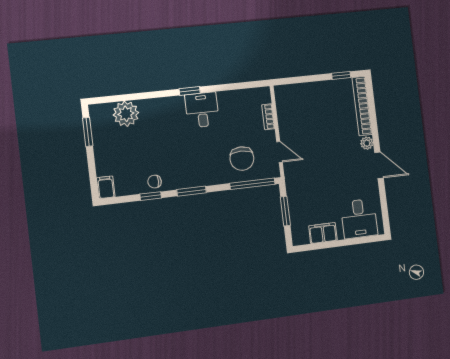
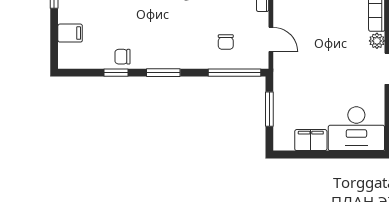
chair: (242, 159) -> (226, 42), width x0.54, depth x0.54
filing cabinet: (106, 187) -> (70, 33), moved, turned 90
desk: (359, 219) -> (356, 129), width x1.37

